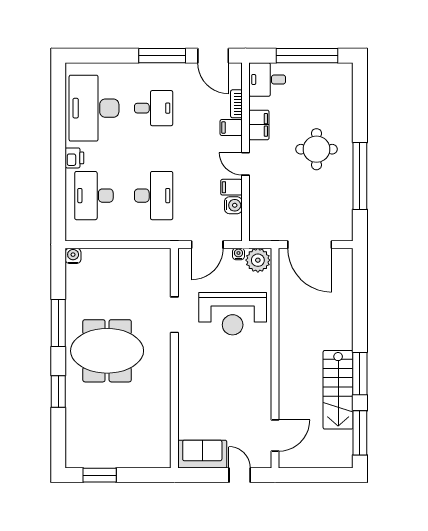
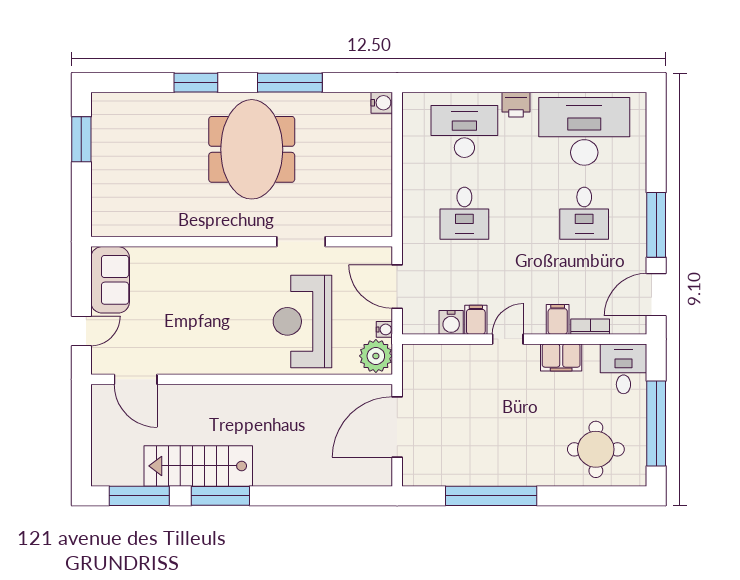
round table: (316, 149) -> (596, 449), moved
desk: (154, 196) -> (464, 213), width x0.73

